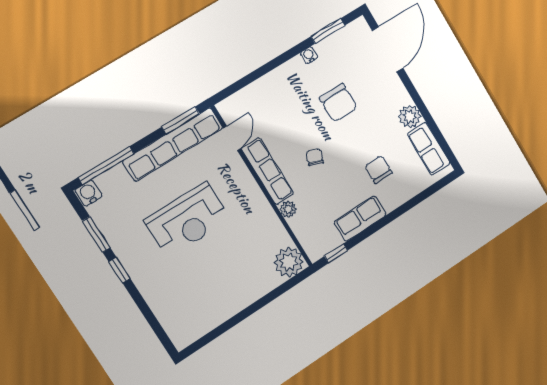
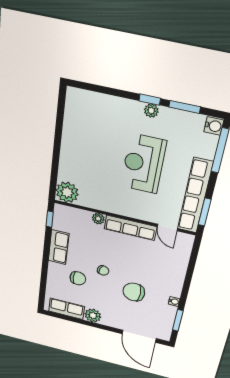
chair: (315, 157) -> (103, 270), moved
plant: (128, 259) -> (151, 111), added

